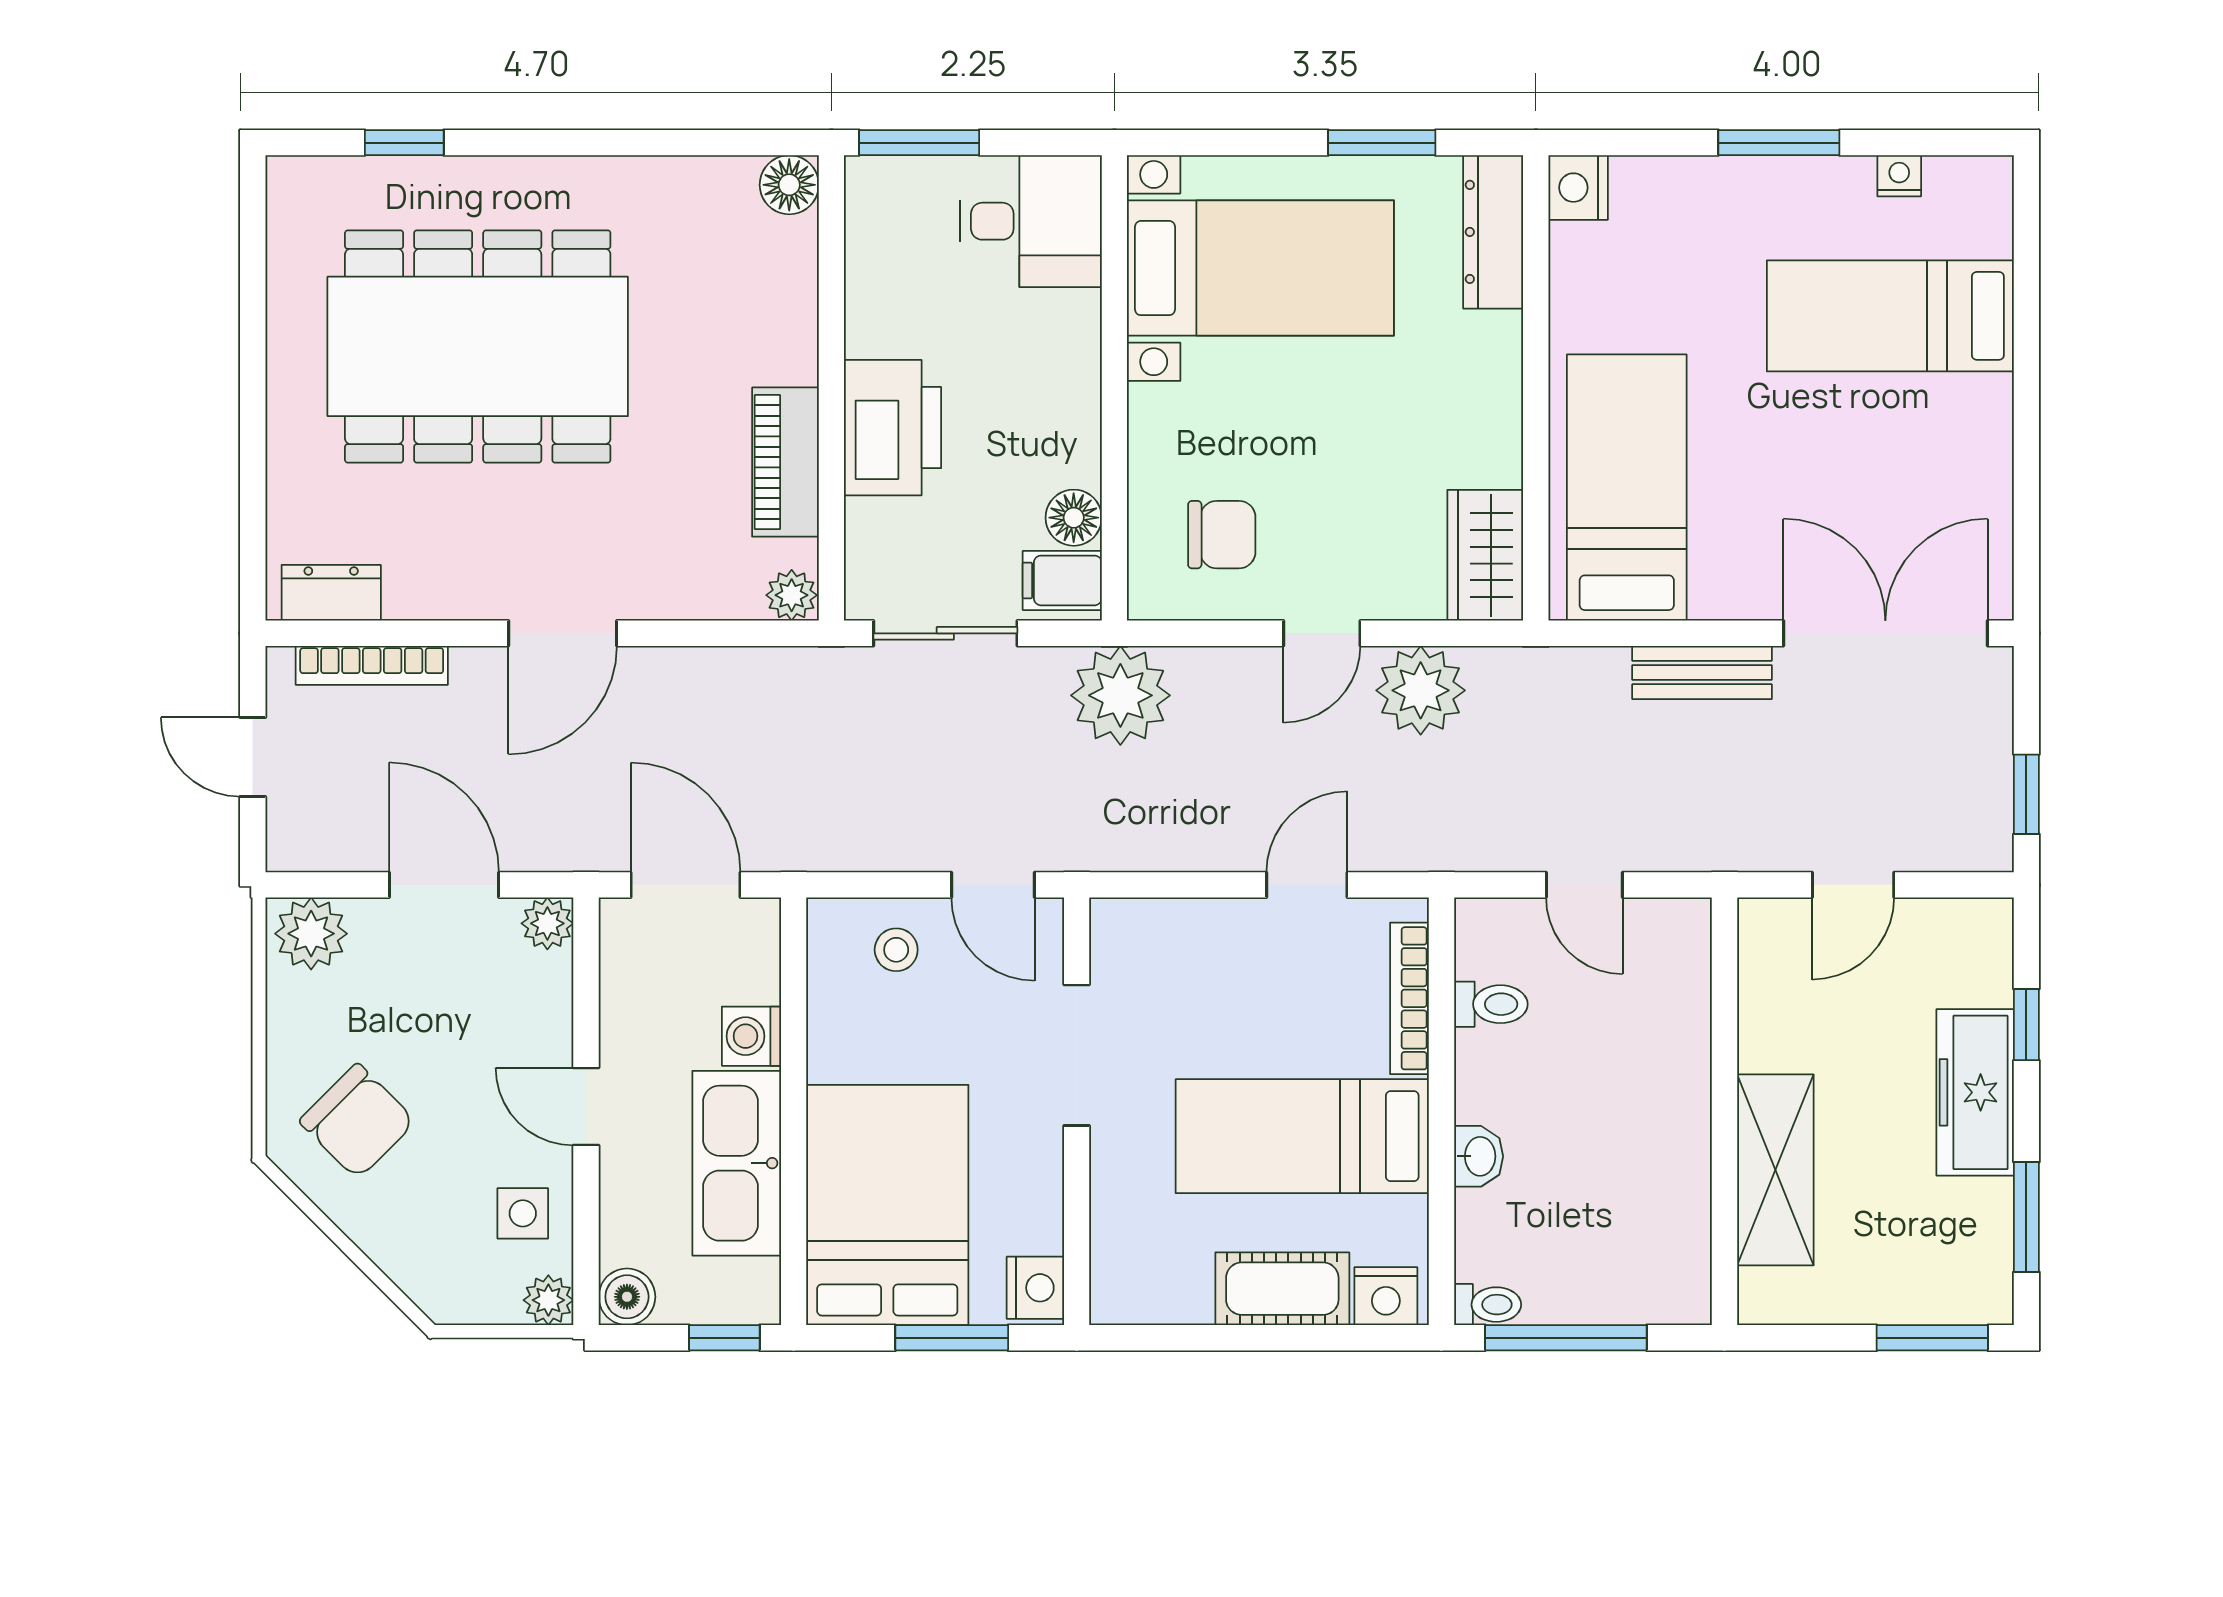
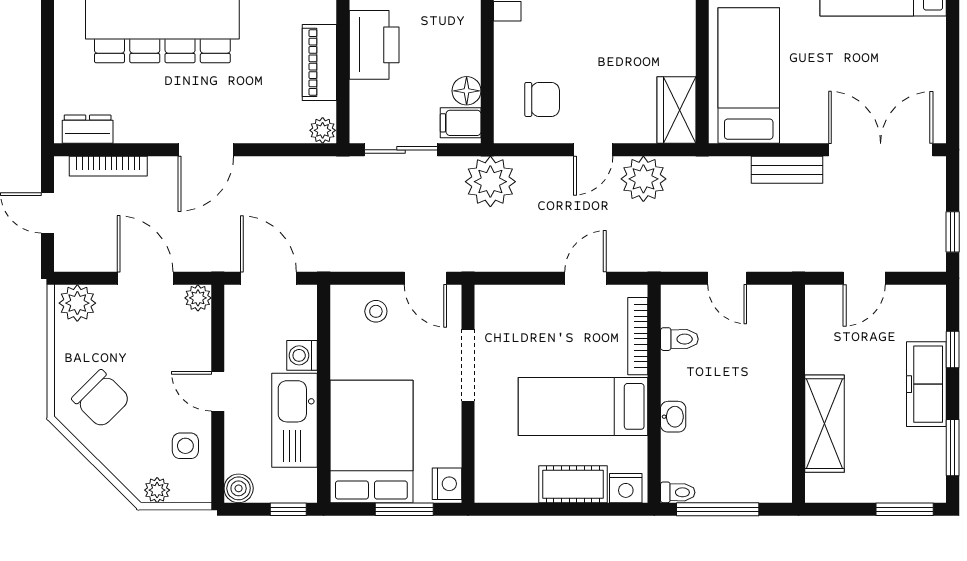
plant: (548, 1300) -> (157, 490), moved

